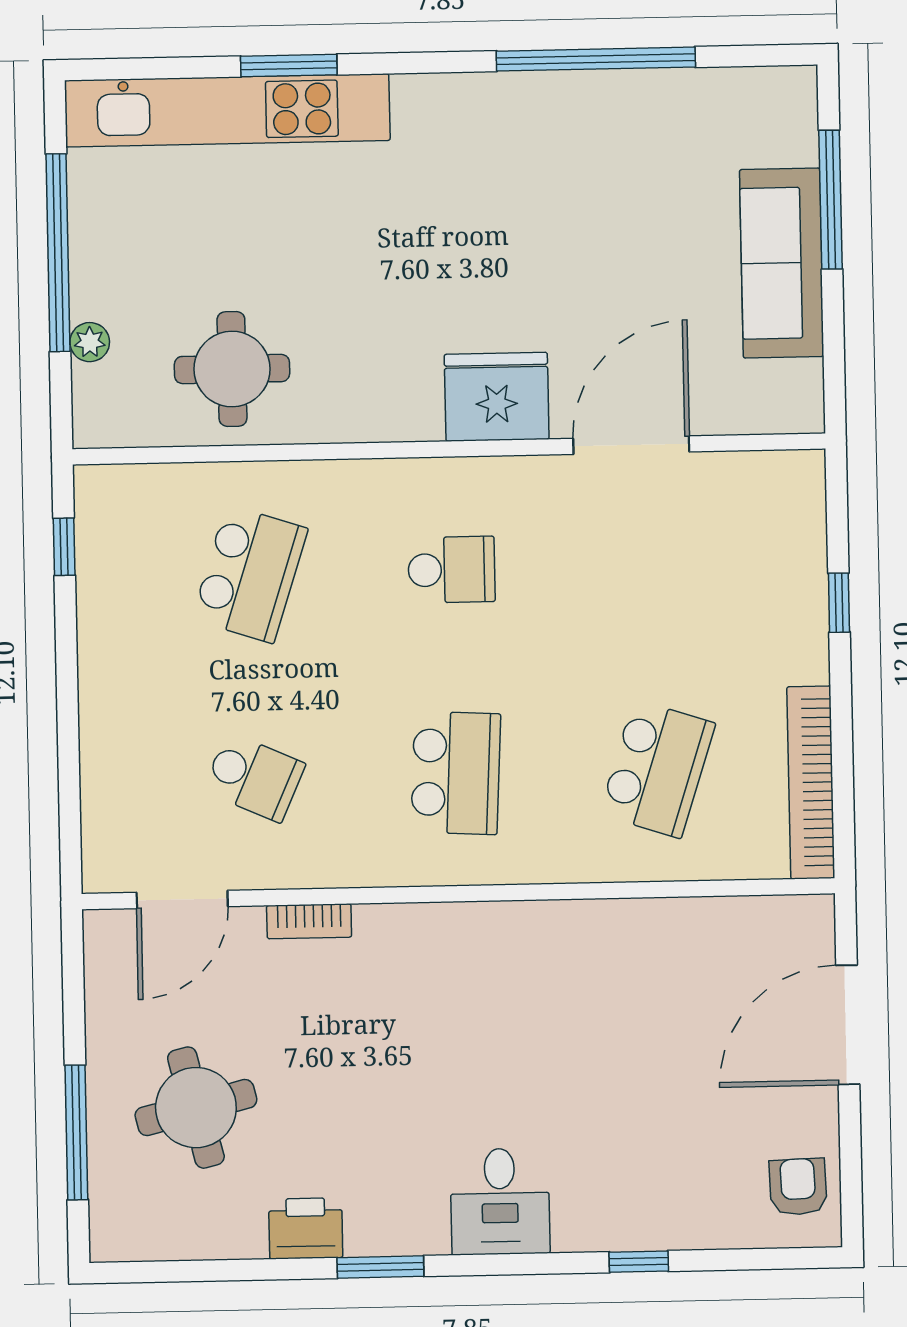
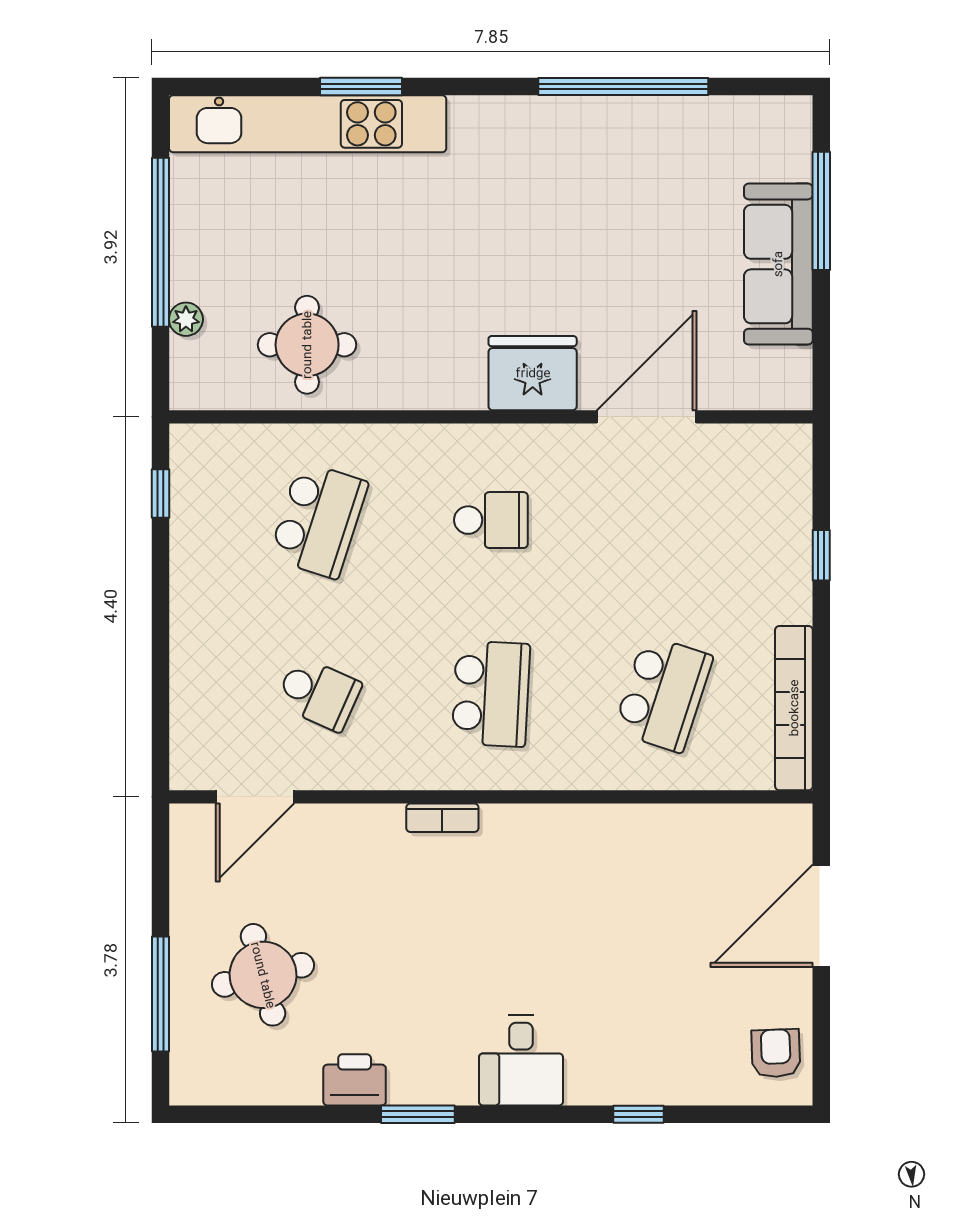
bookcase: (309, 921) -> (442, 818), moved

